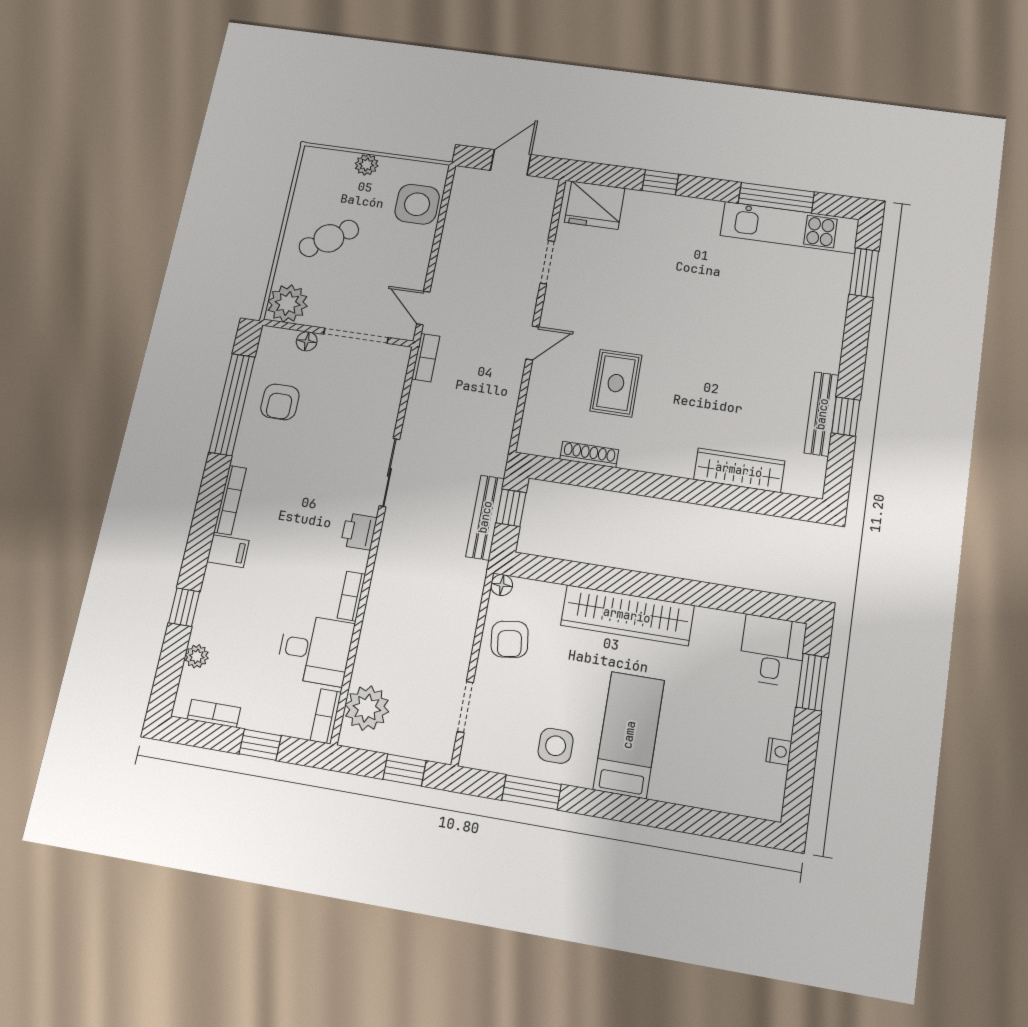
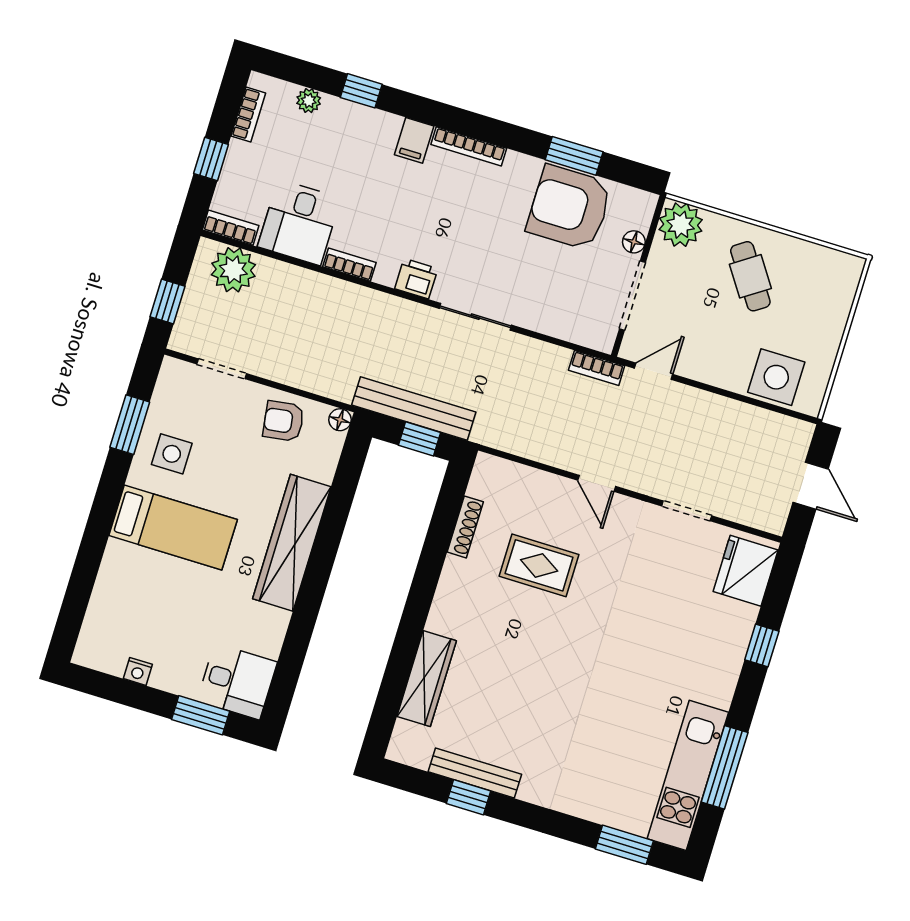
plant: (367, 165) -> (833, 326), removed
armchair: (280, 402) -> (569, 208), width x1.88, depth x1.88
window: (232, 404) -> (574, 156), width x0.47
bench: (485, 517) -> (414, 409), width x1.37, depth x1.21

